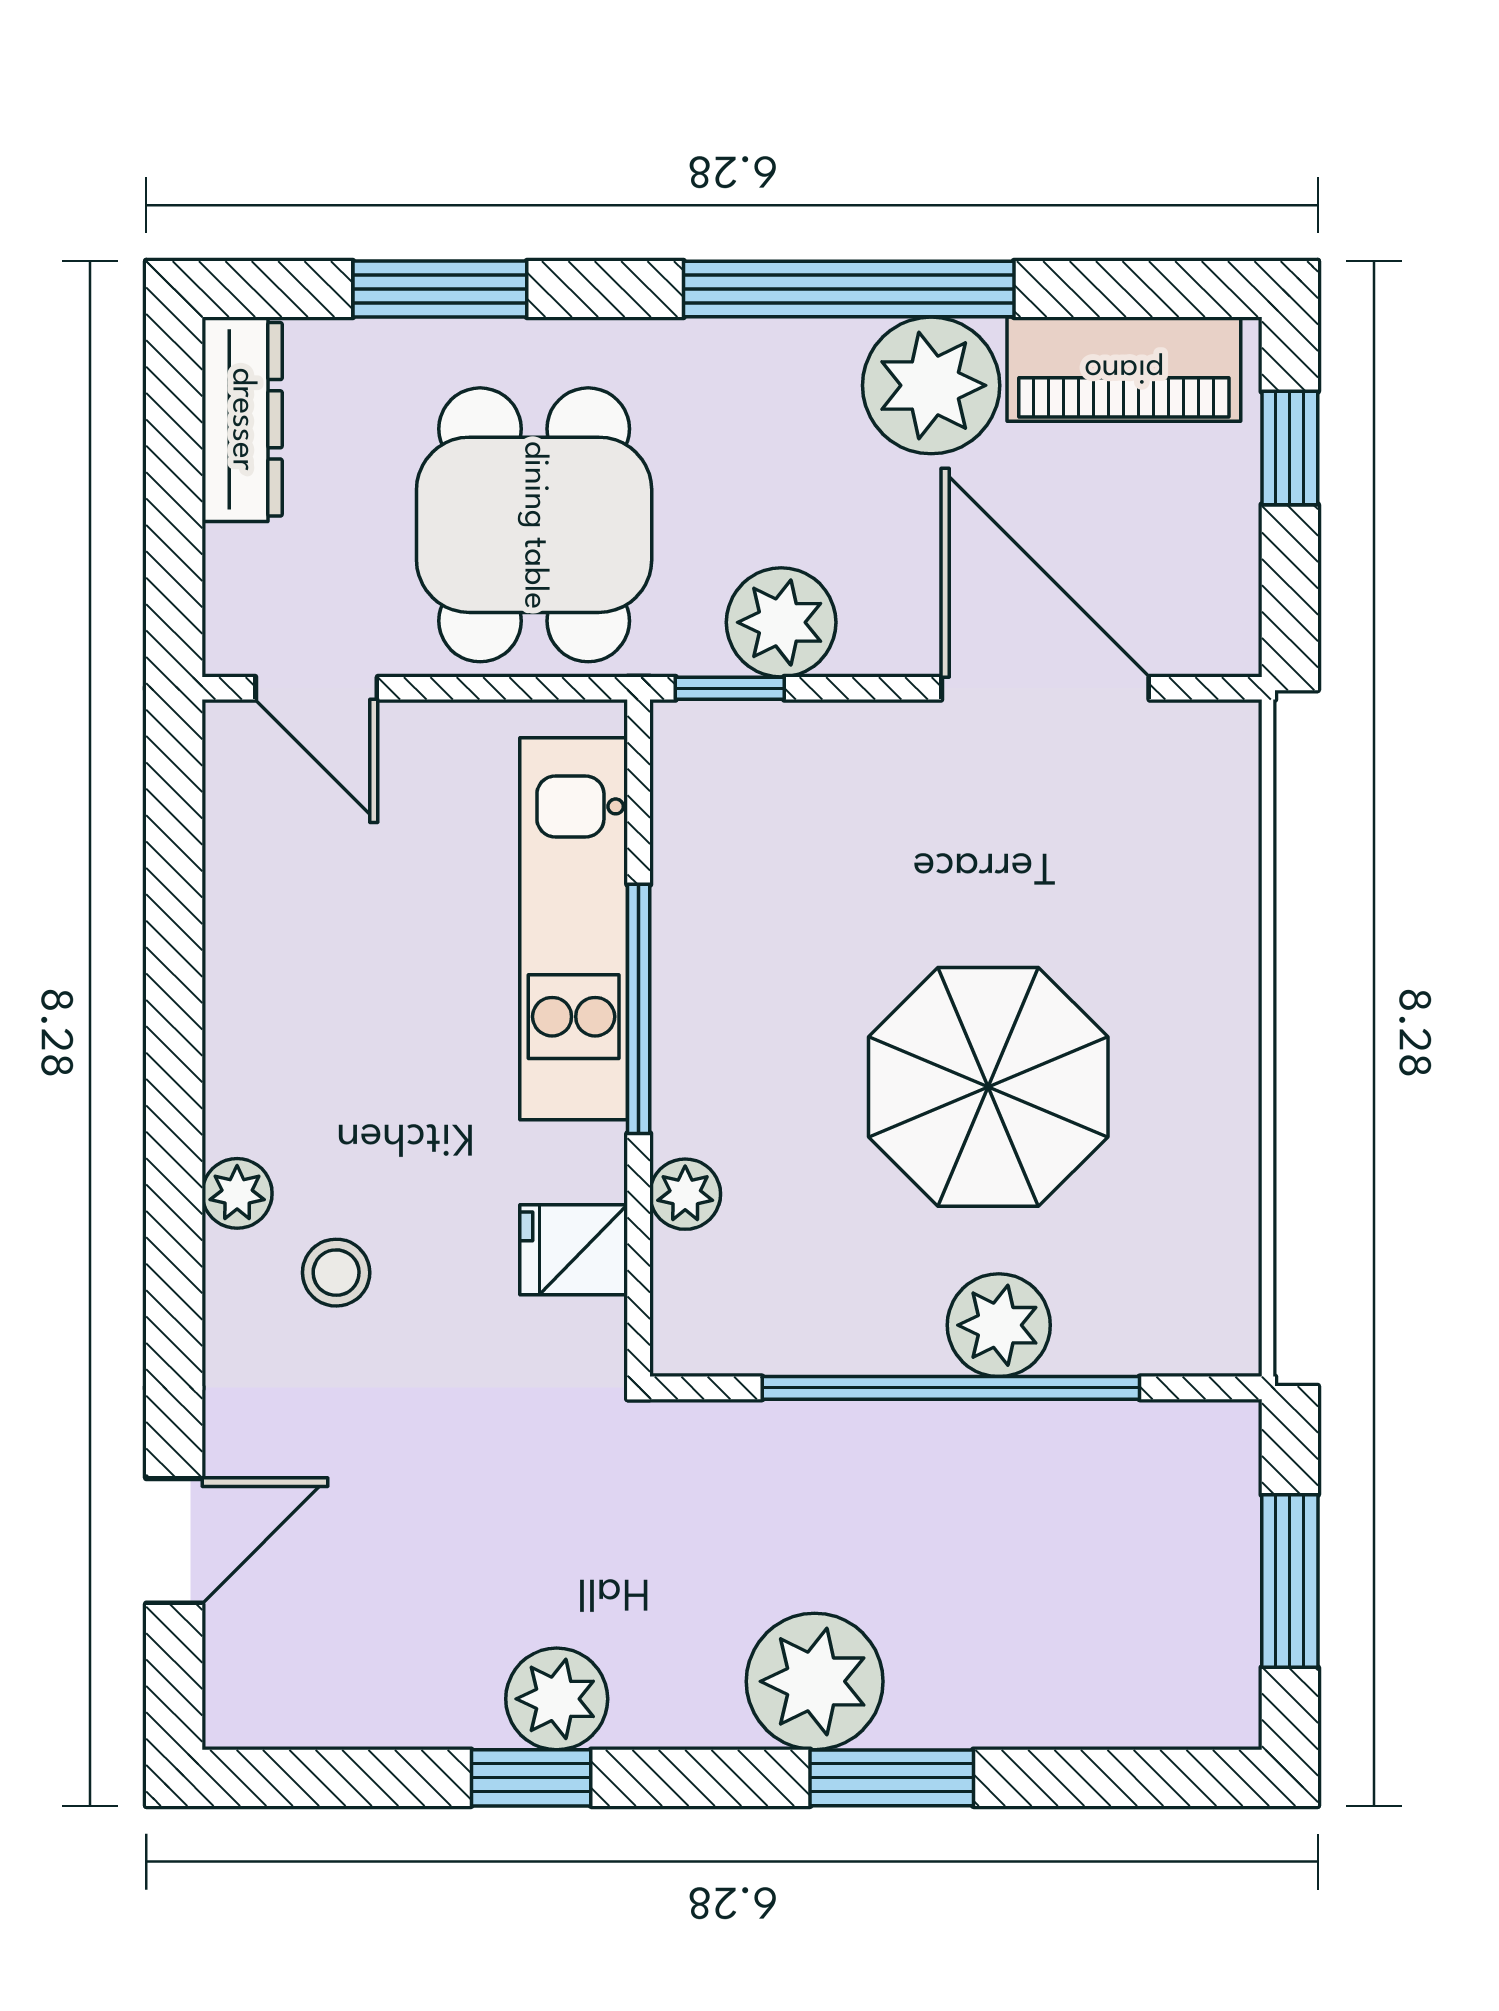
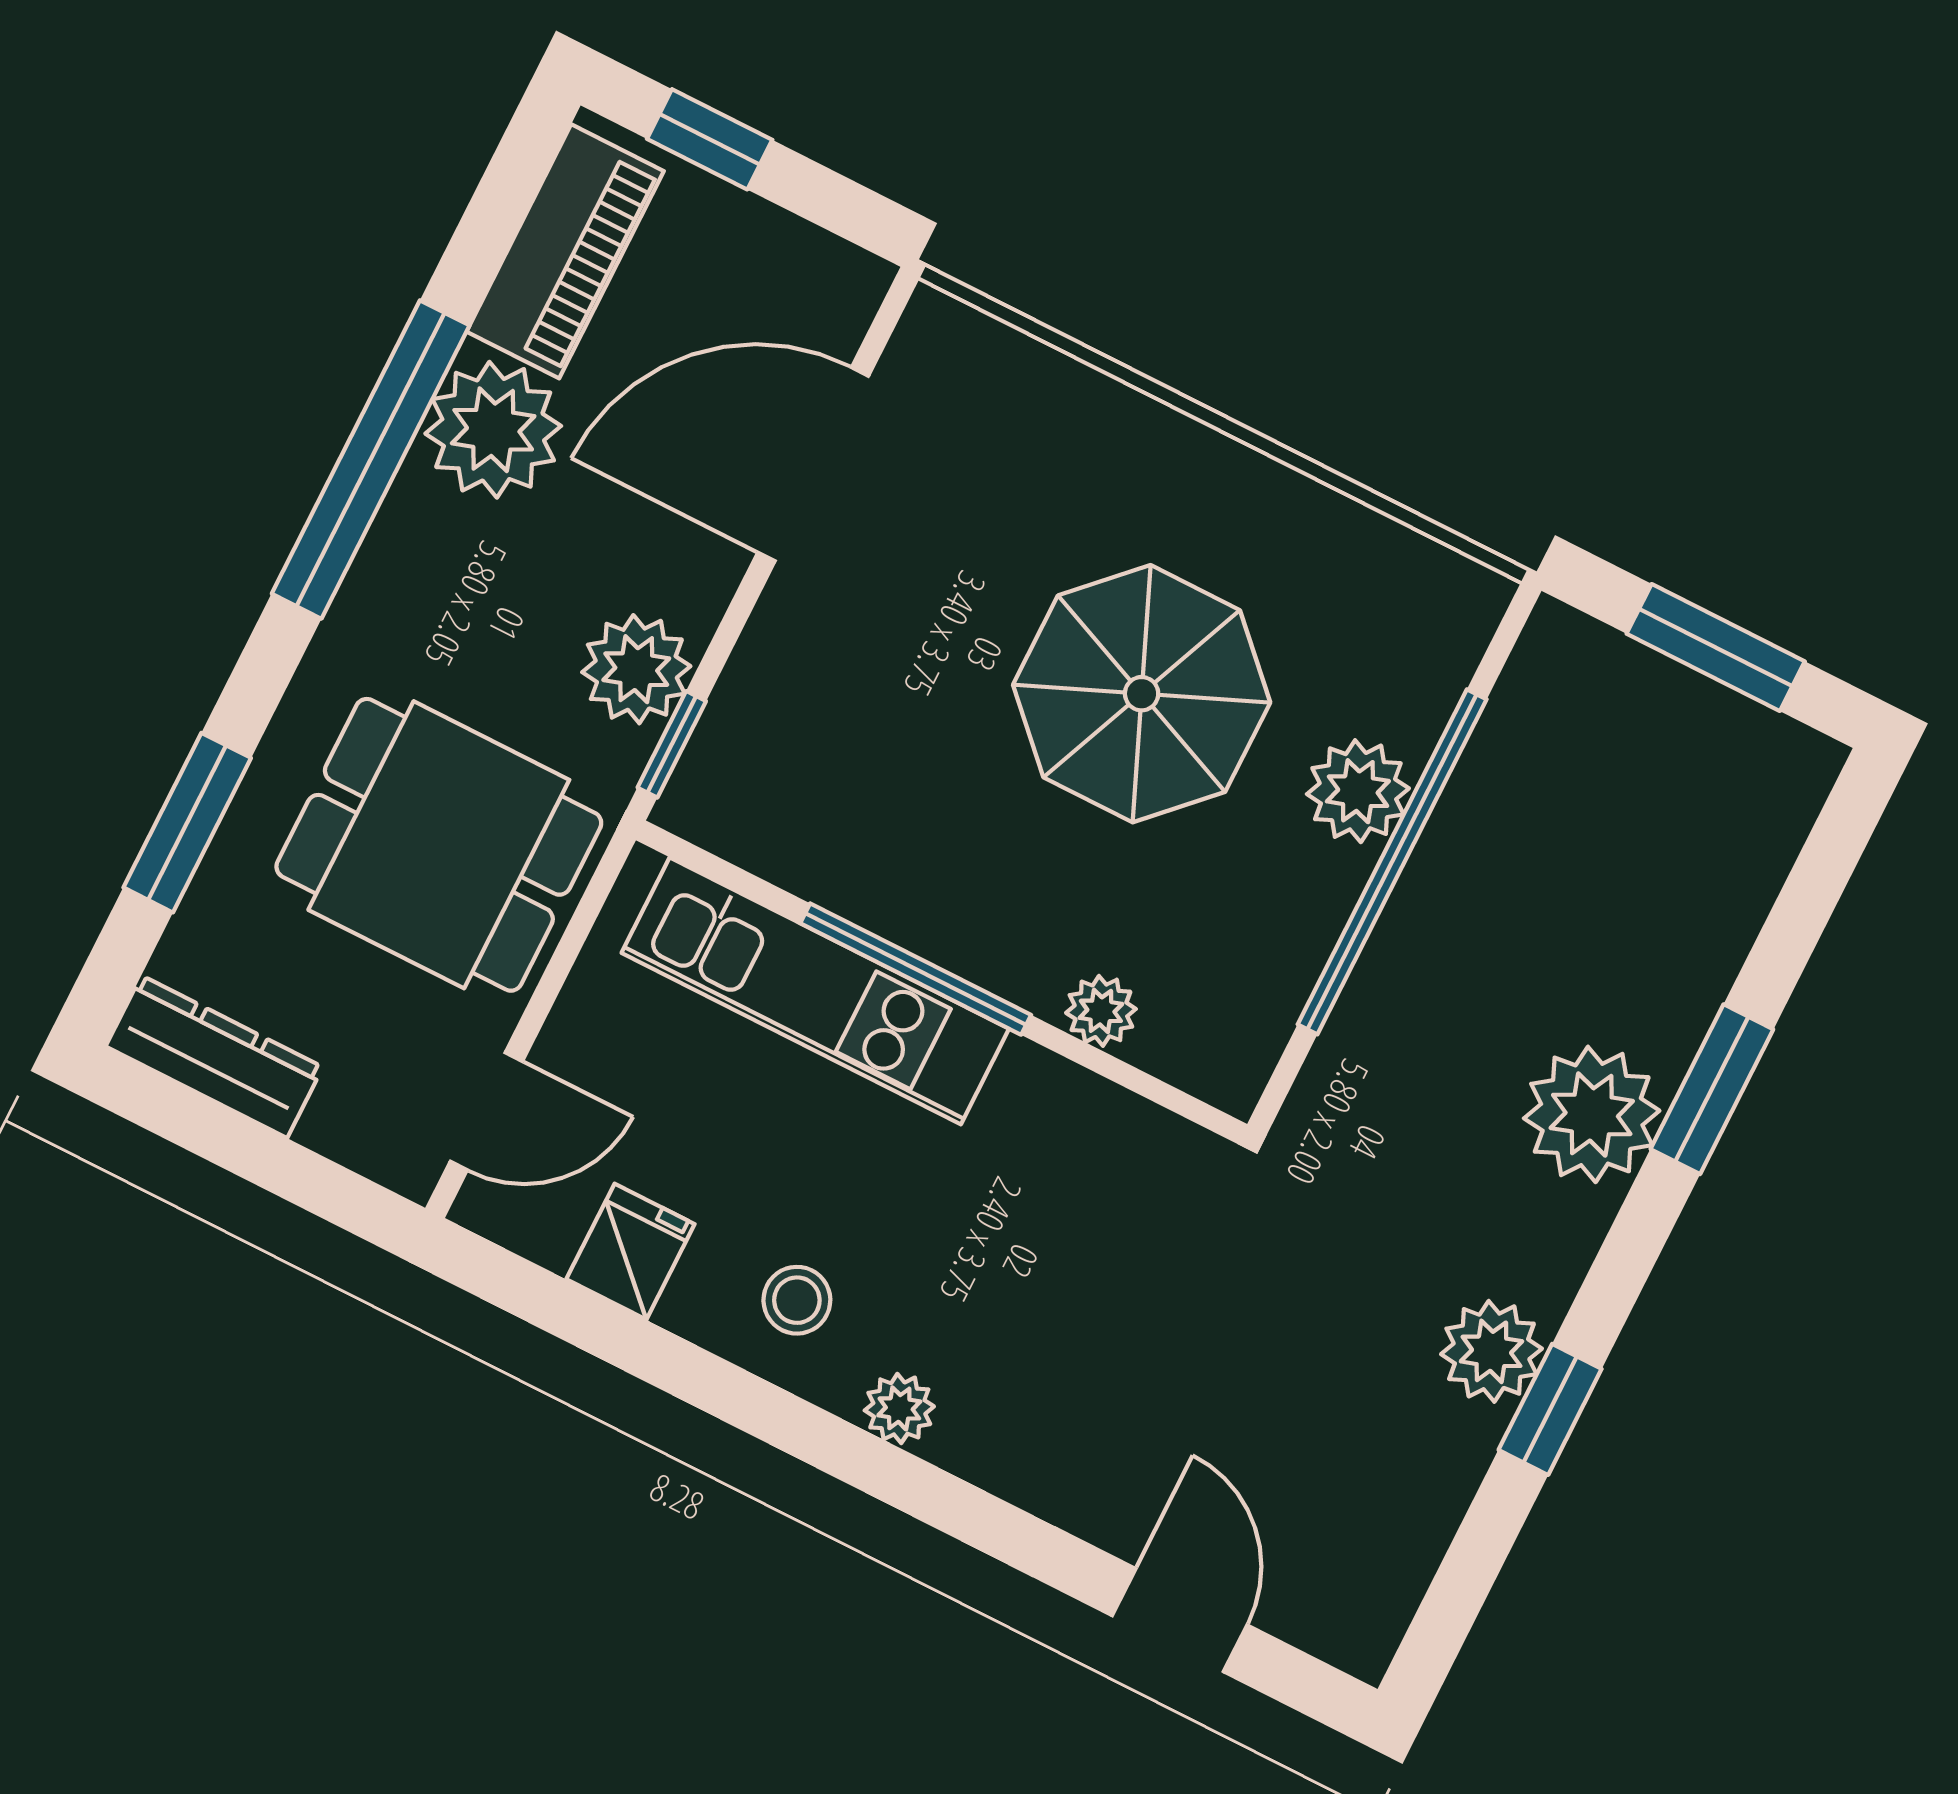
fridge: (574, 1250) -> (630, 1252), moved, turned 180
stool: (336, 1273) -> (797, 1300), moved

